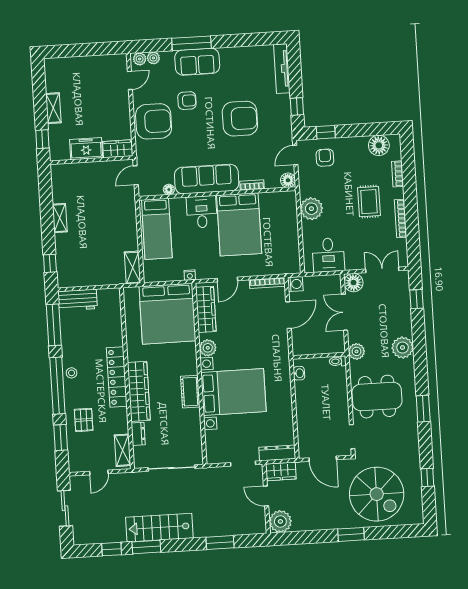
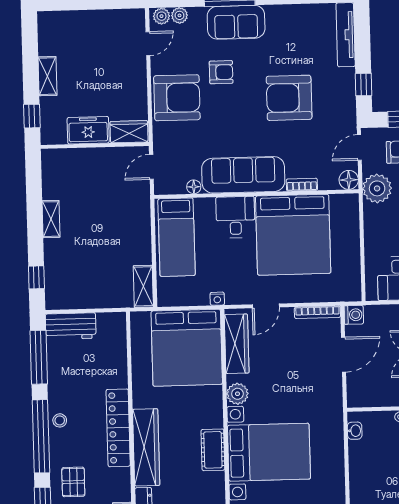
armchair: (240, 119) -> (289, 98), turned 180
plant: (311, 209) -> (377, 188), moved
bed: (239, 224) -> (293, 235), width x1.36

